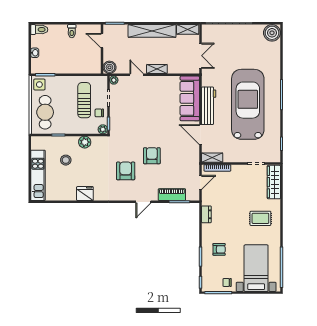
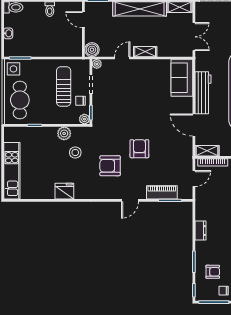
door: (137, 75) -> (122, 58), hinge flipped
sofa: (190, 98) -> (182, 78), width x0.73
stool: (66, 160) -> (75, 152), moved
armchair: (126, 171) -> (110, 166), turned -90
dresser: (206, 214) -> (200, 231), moved
armchair: (219, 249) -> (213, 272), moved

